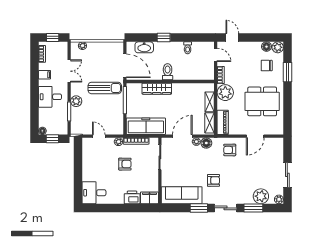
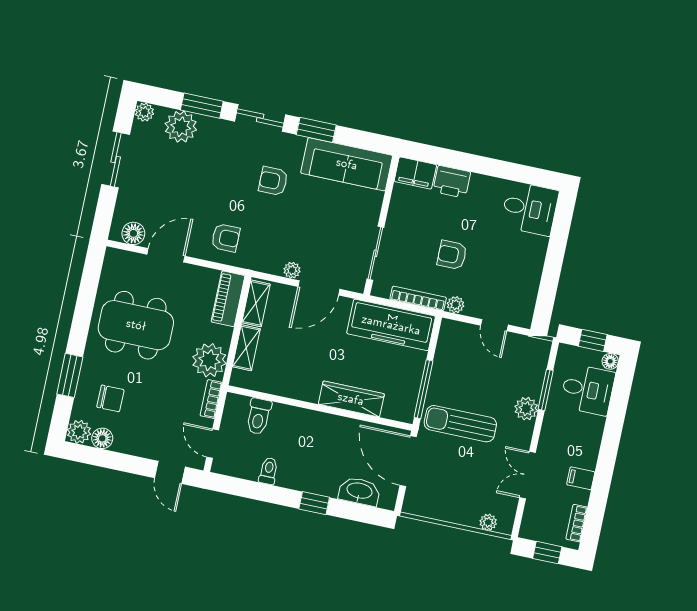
toilet: (168, 72) -> (259, 416), moved
desk: (50, 97) -> (588, 390), moved
floor lamp: (206, 143) -> (133, 233), moved

